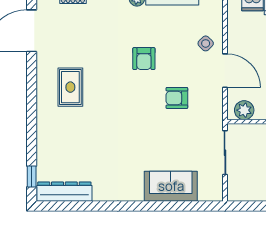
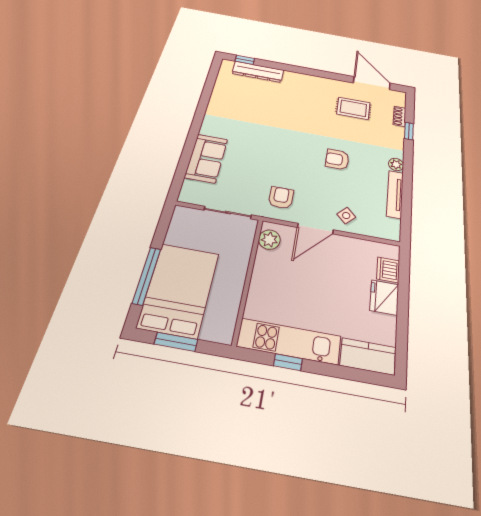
rug: (70, 87) -> (353, 108), moved
armchair: (177, 98) -> (281, 198), moved
dresser: (64, 192) -> (258, 72), moved, turned 90

